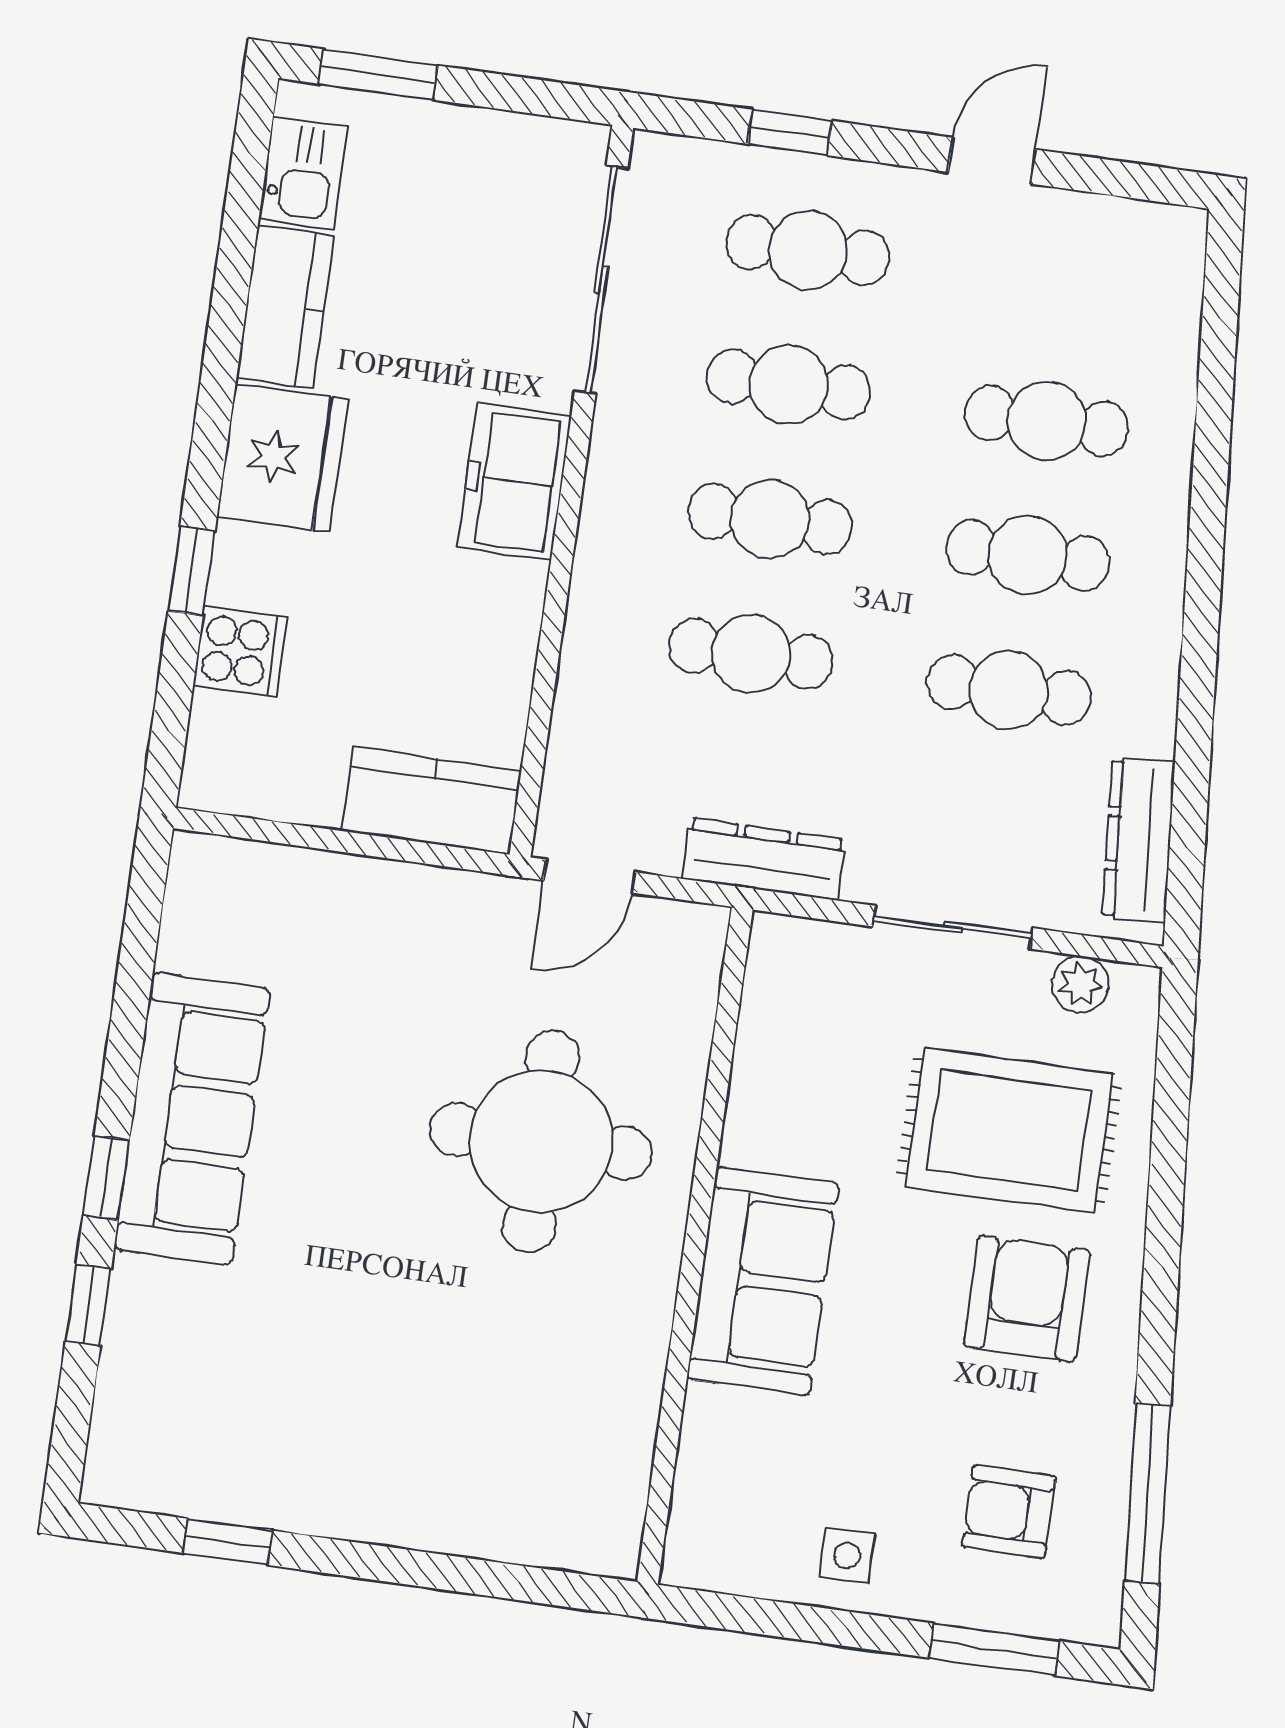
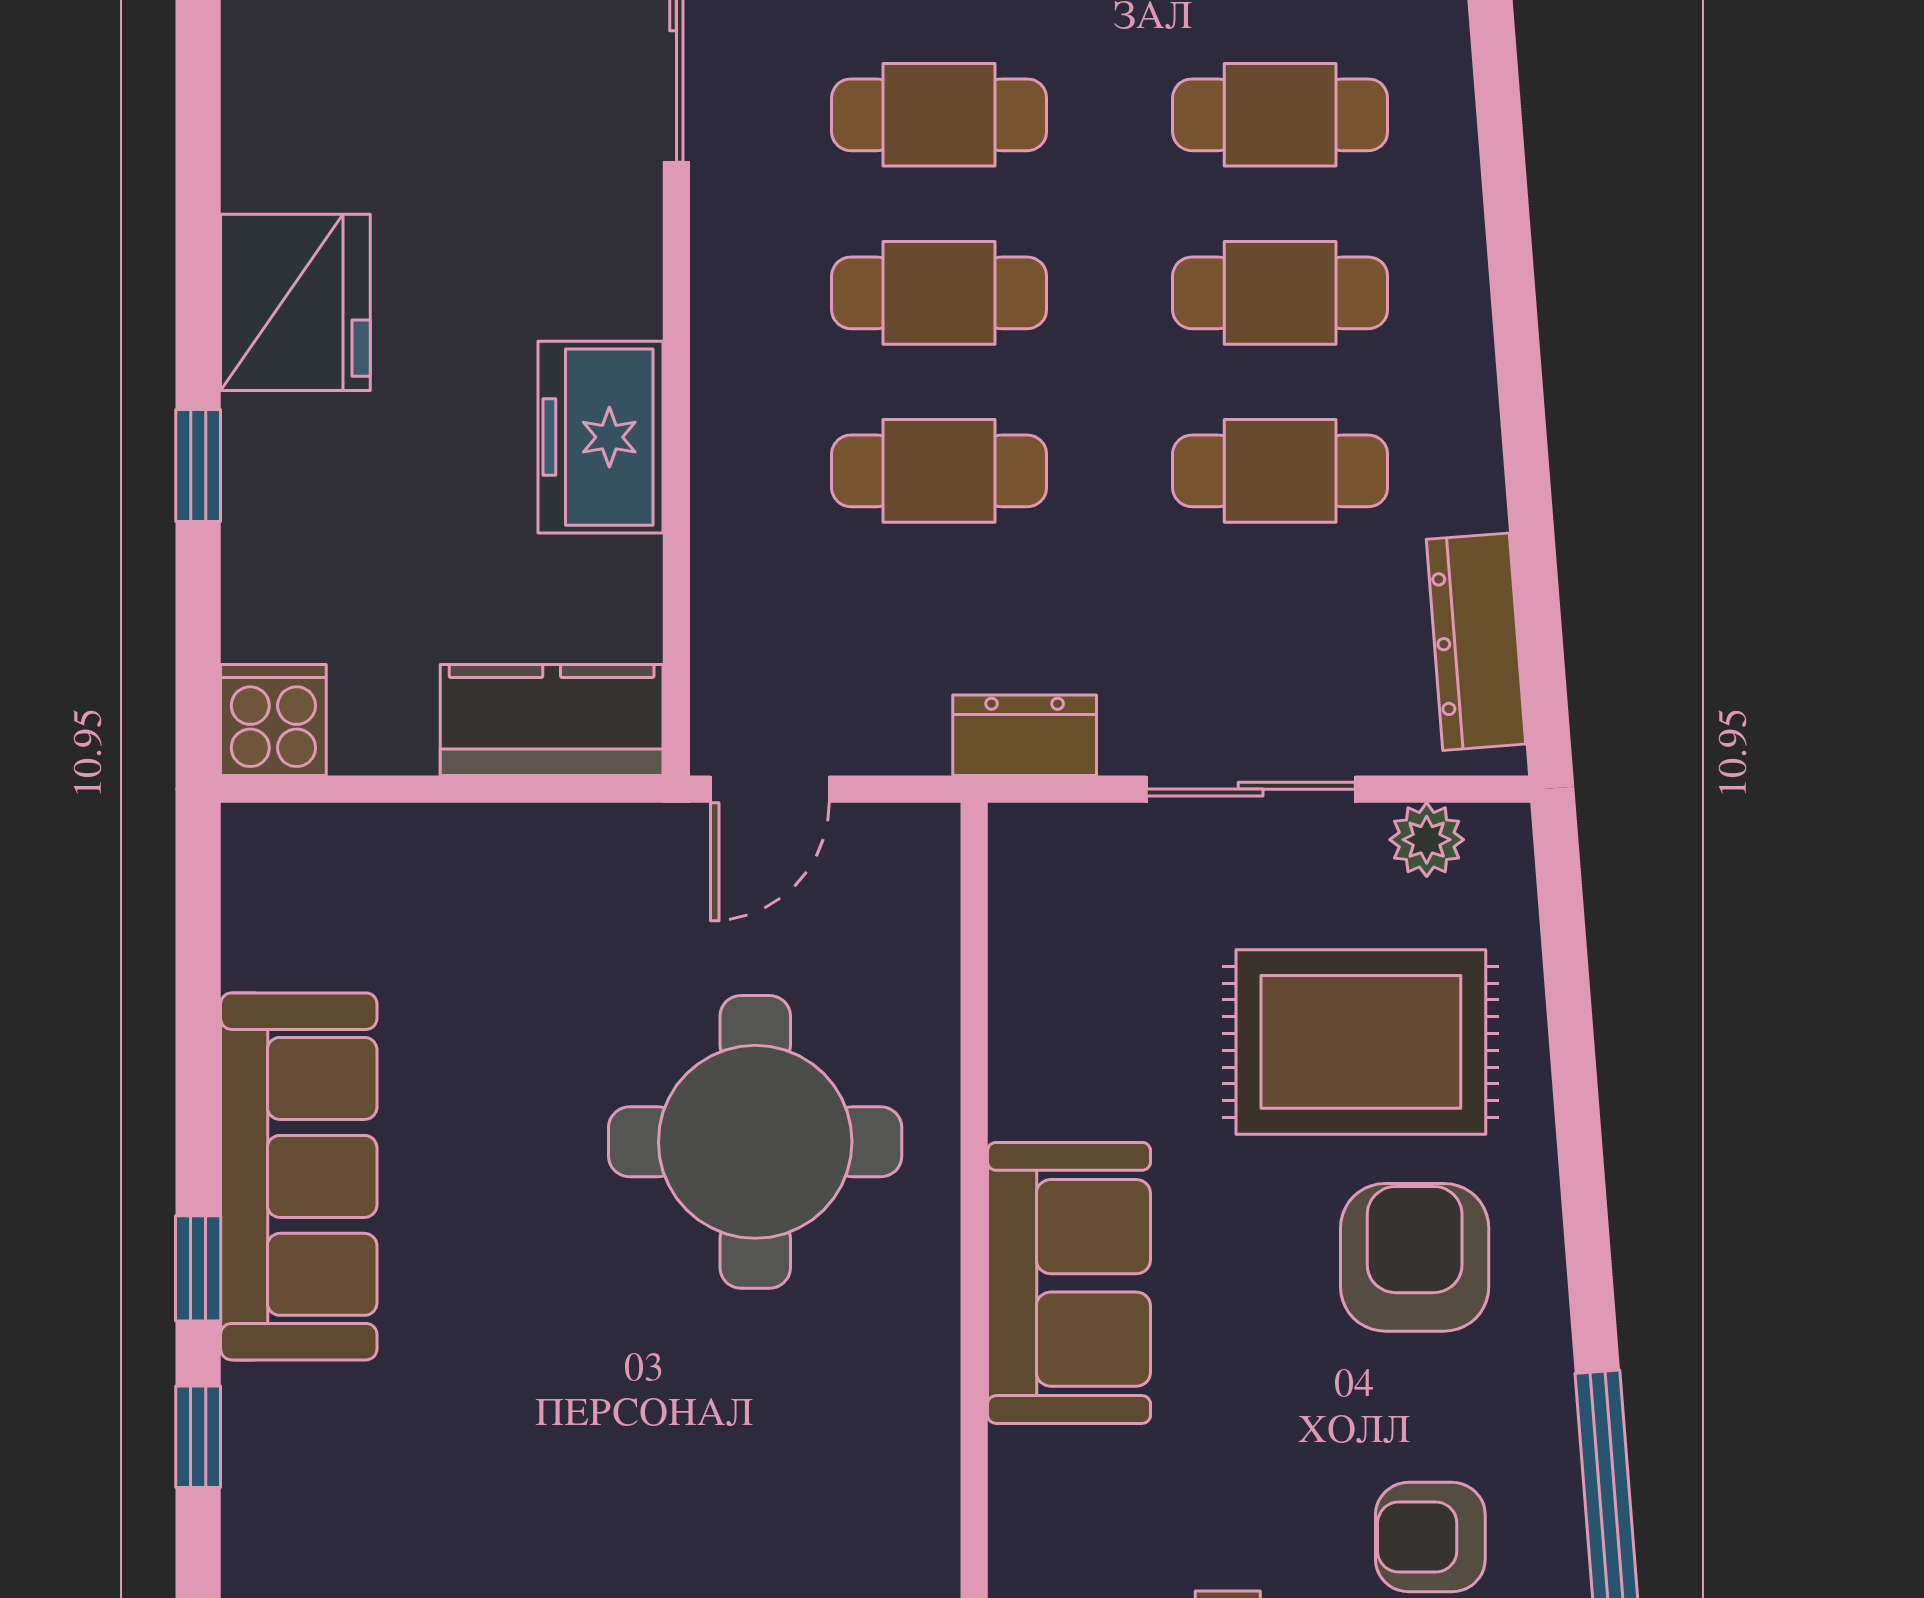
kitchen counter: (285, 307) -> (271, 106), removed
freezer: (514, 482) -> (601, 437), moved
cooker: (240, 652) -> (273, 720), moved, turned -90
dresser: (764, 859) -> (1025, 735), width x0.70

